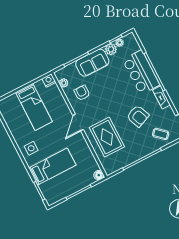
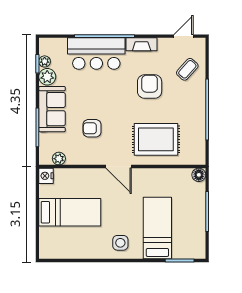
armchair: (82, 93) -> (92, 128), moved
armchair: (138, 116) -> (150, 87), turned -67

